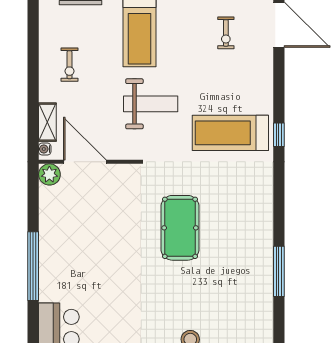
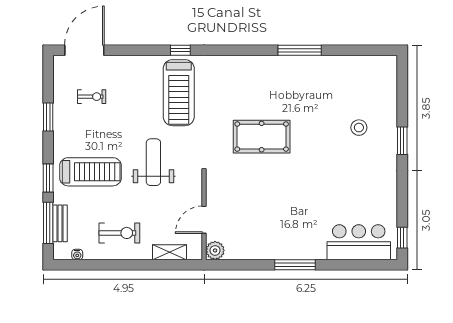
exercise bike: (69, 65) -> (119, 233), width x1.38, depth x1.39
water cooler: (45, 149) -> (77, 255), moved
door: (85, 162) -> (204, 220), width x0.73
window: (33, 266) -> (295, 265), width x0.68

